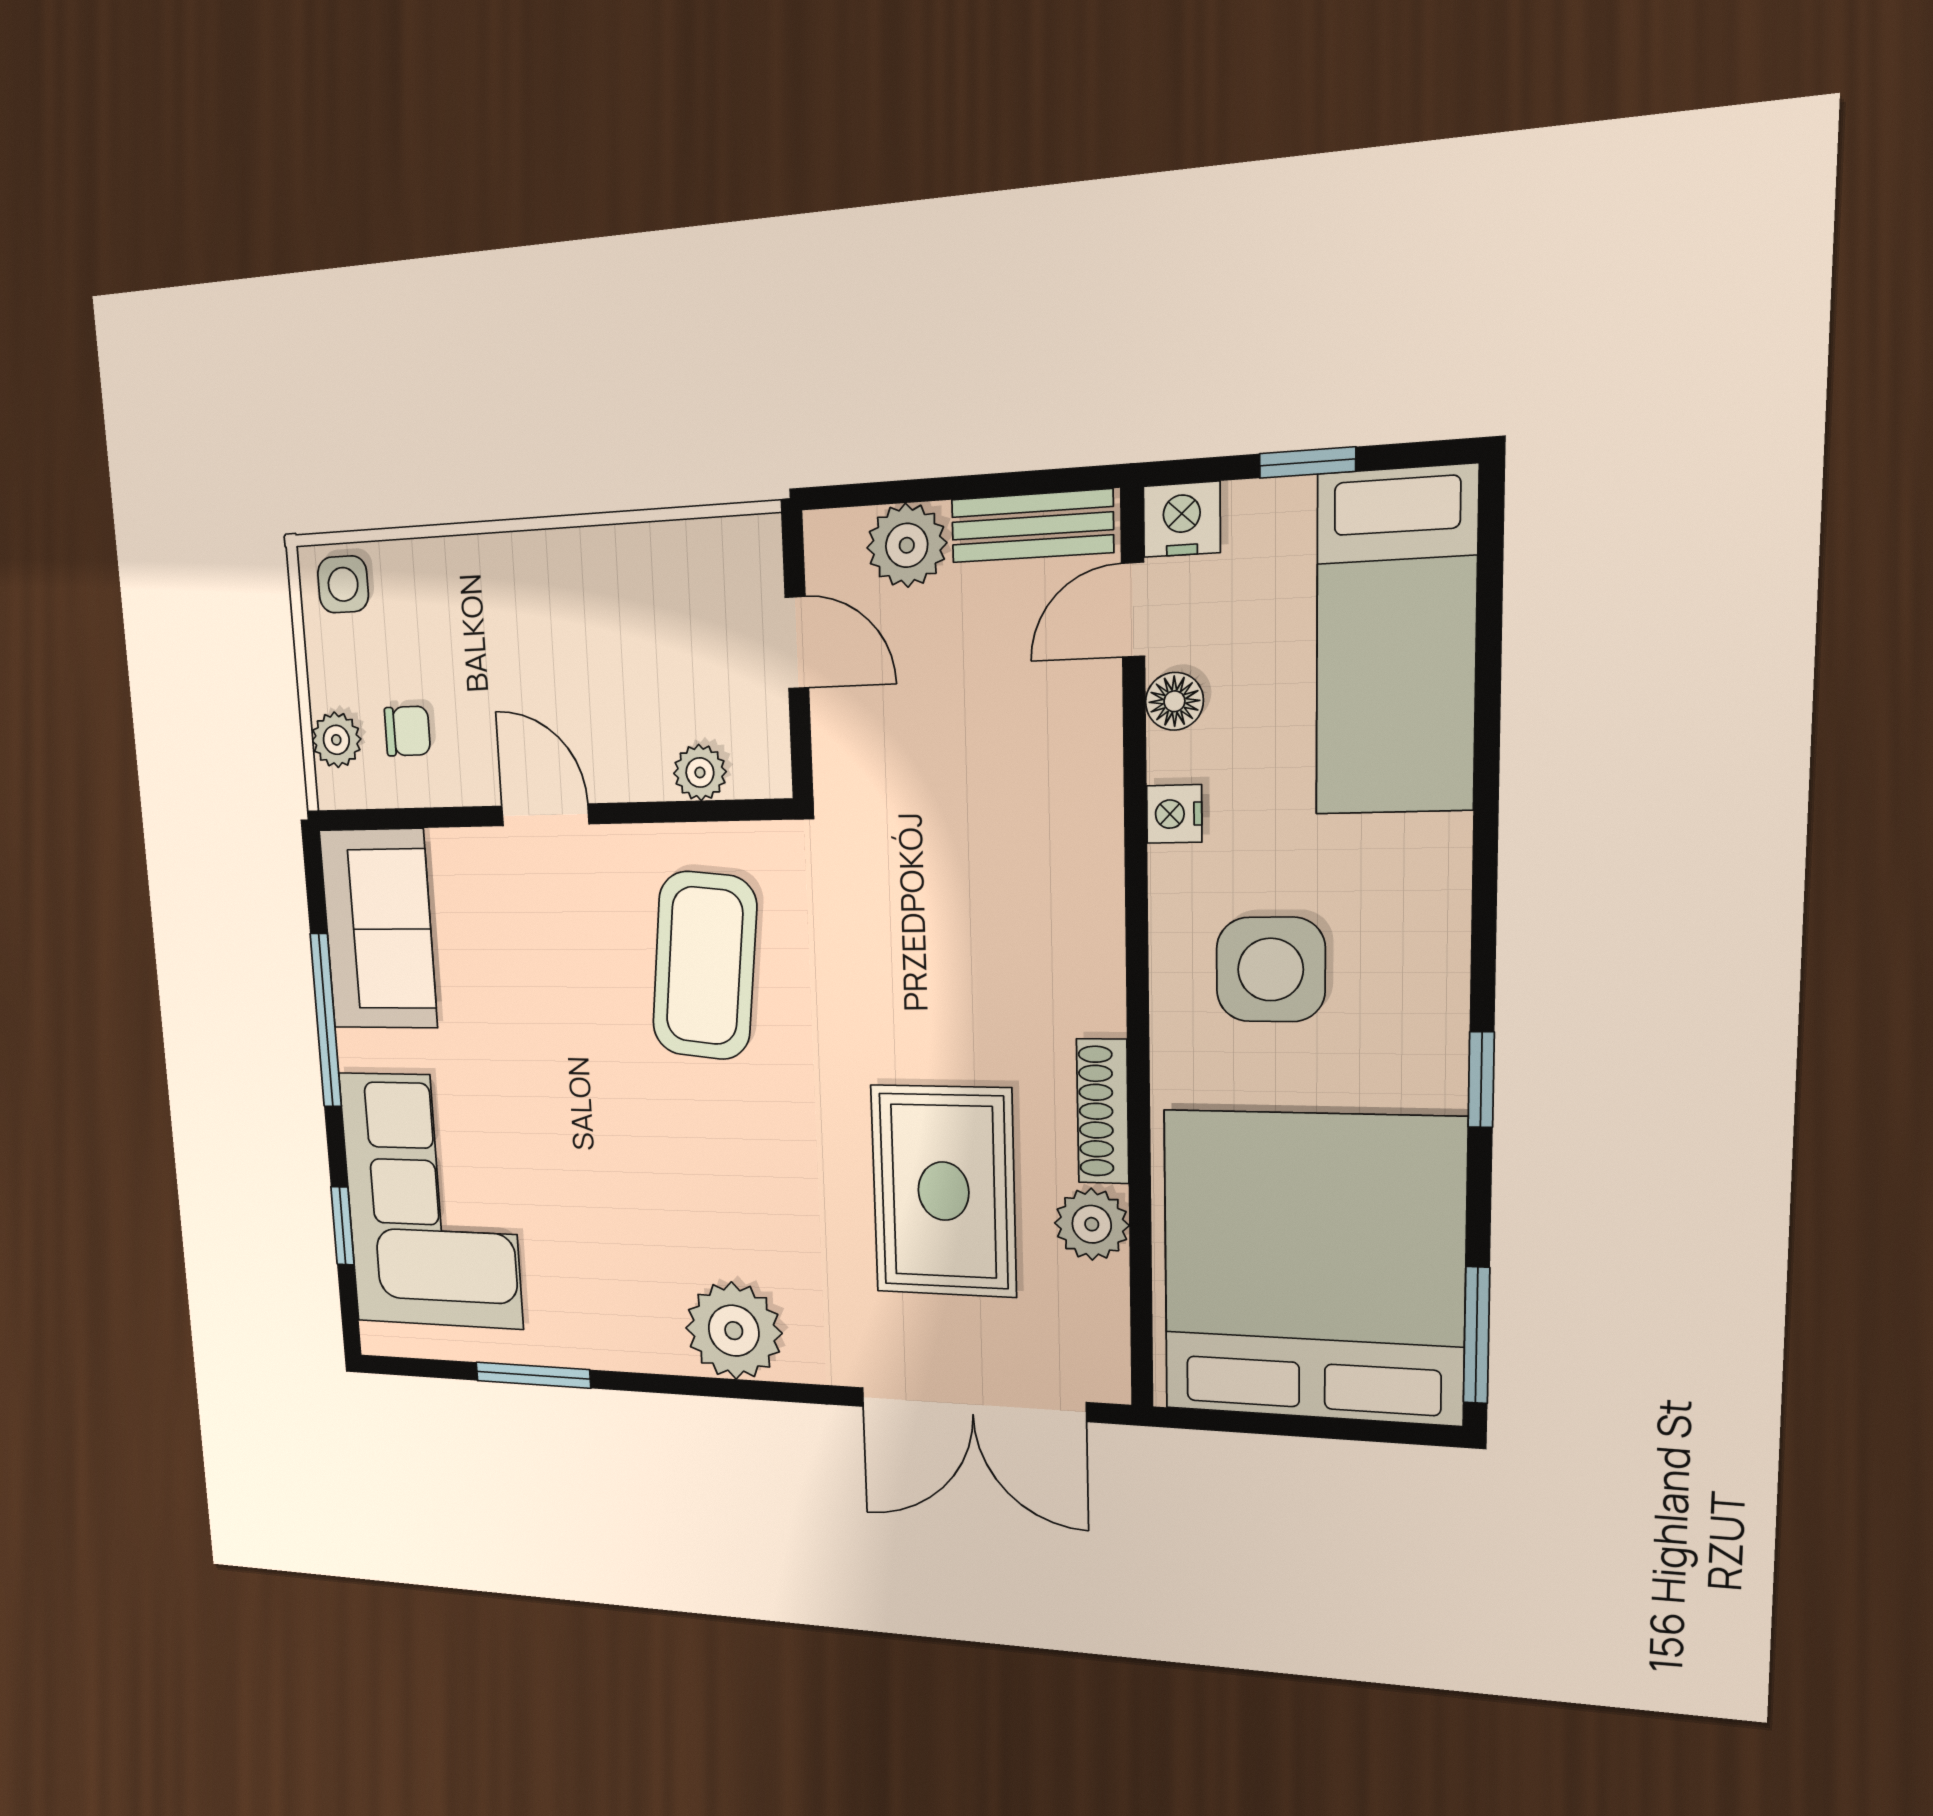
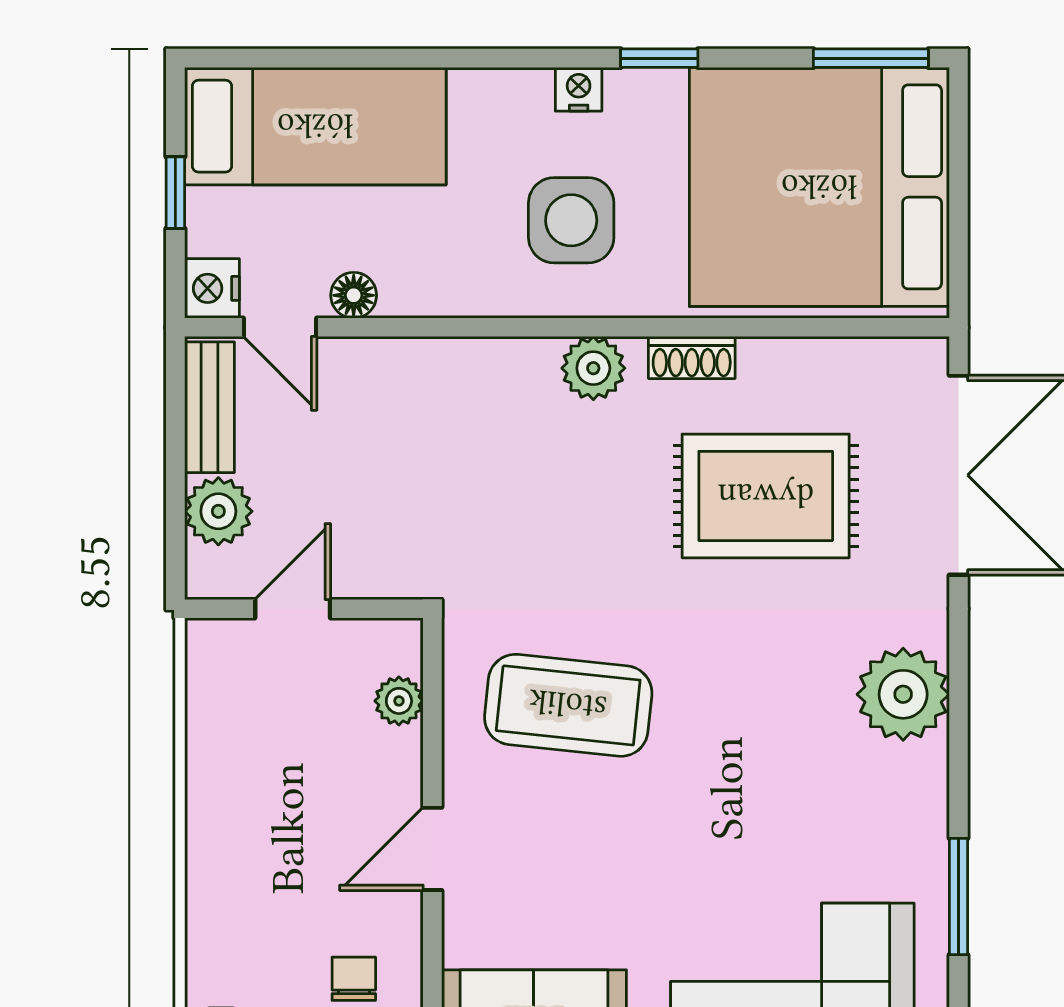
nightstand: (1174, 814) -> (579, 89), moved, turned 180
shoe rack: (1103, 1111) -> (692, 358), width x0.70
plant: (1092, 1224) -> (593, 368), moved

